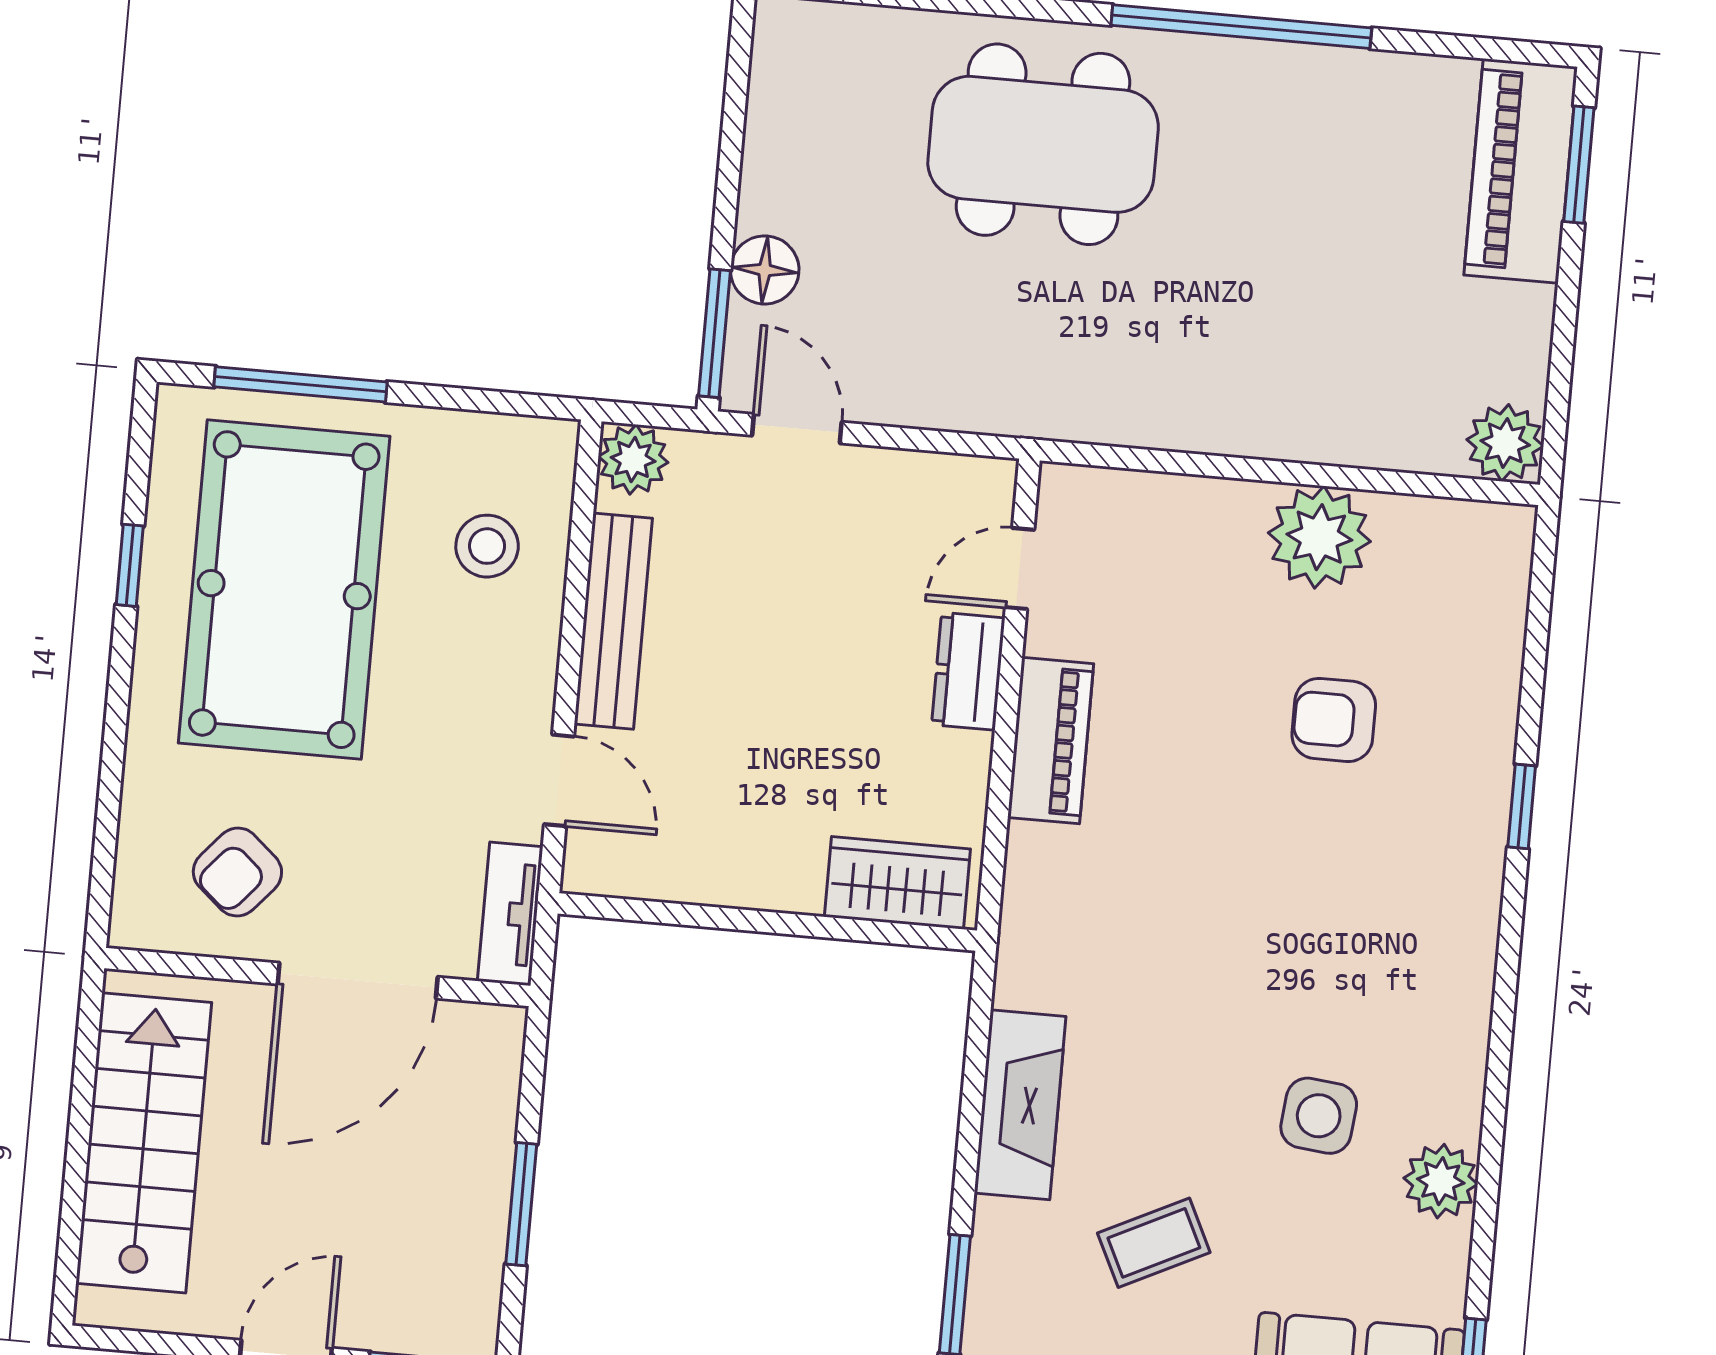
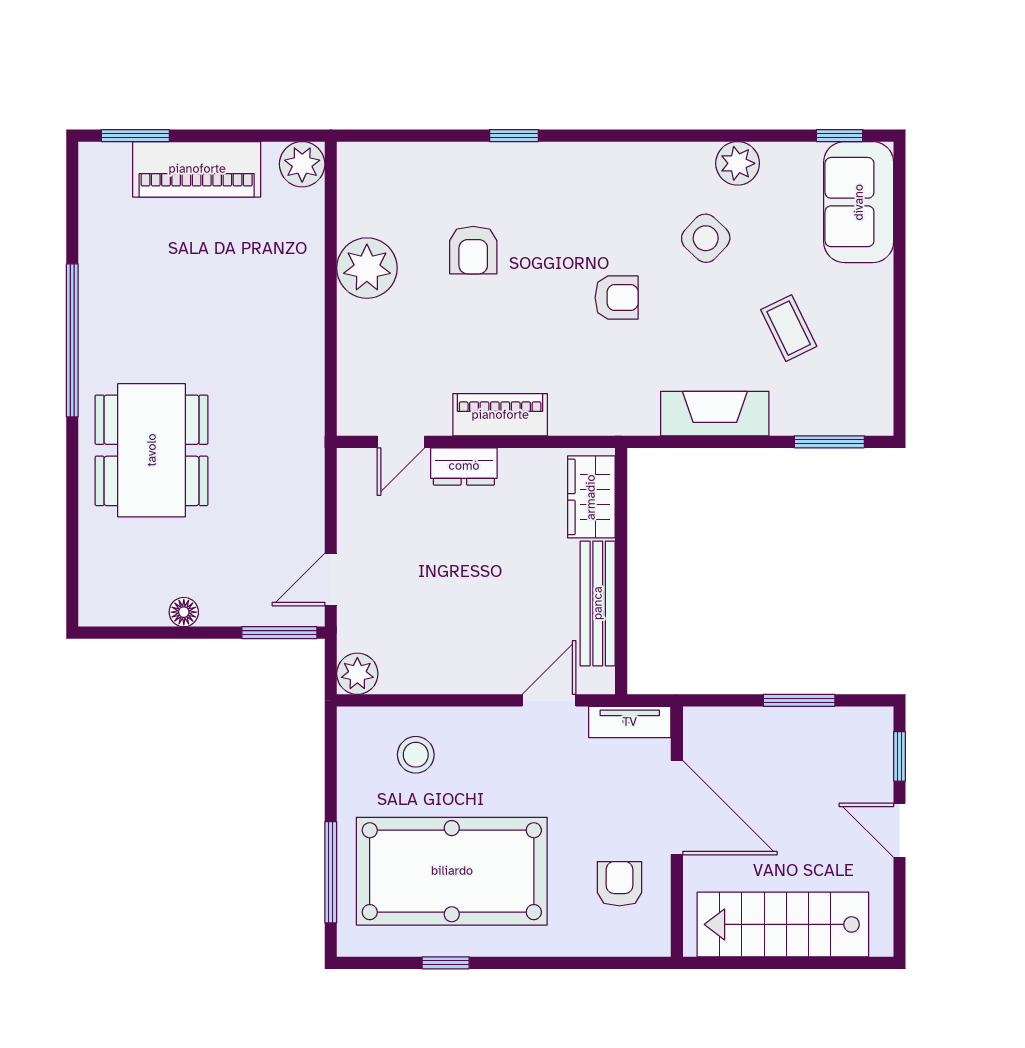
piano: (1521, 171) -> (197, 169), moved
floor lamp: (765, 270) -> (184, 612), moved, width x0.73, depth x0.73
door: (1020, 568) -> (401, 442), hinge flipped
bench: (613, 621) -> (598, 603), moved, turned 90
armchair: (237, 872) -> (620, 884), turned -131
armchair: (1232, 956) -> (617, 298), added
side table: (1319, 1116) -> (706, 238), turned 37

